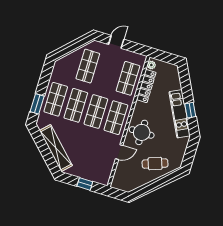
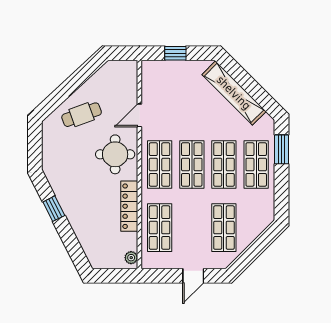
locker: (146, 86) -> (129, 206), moved
kitchen unit: (180, 114) -> (68, 199), removed

